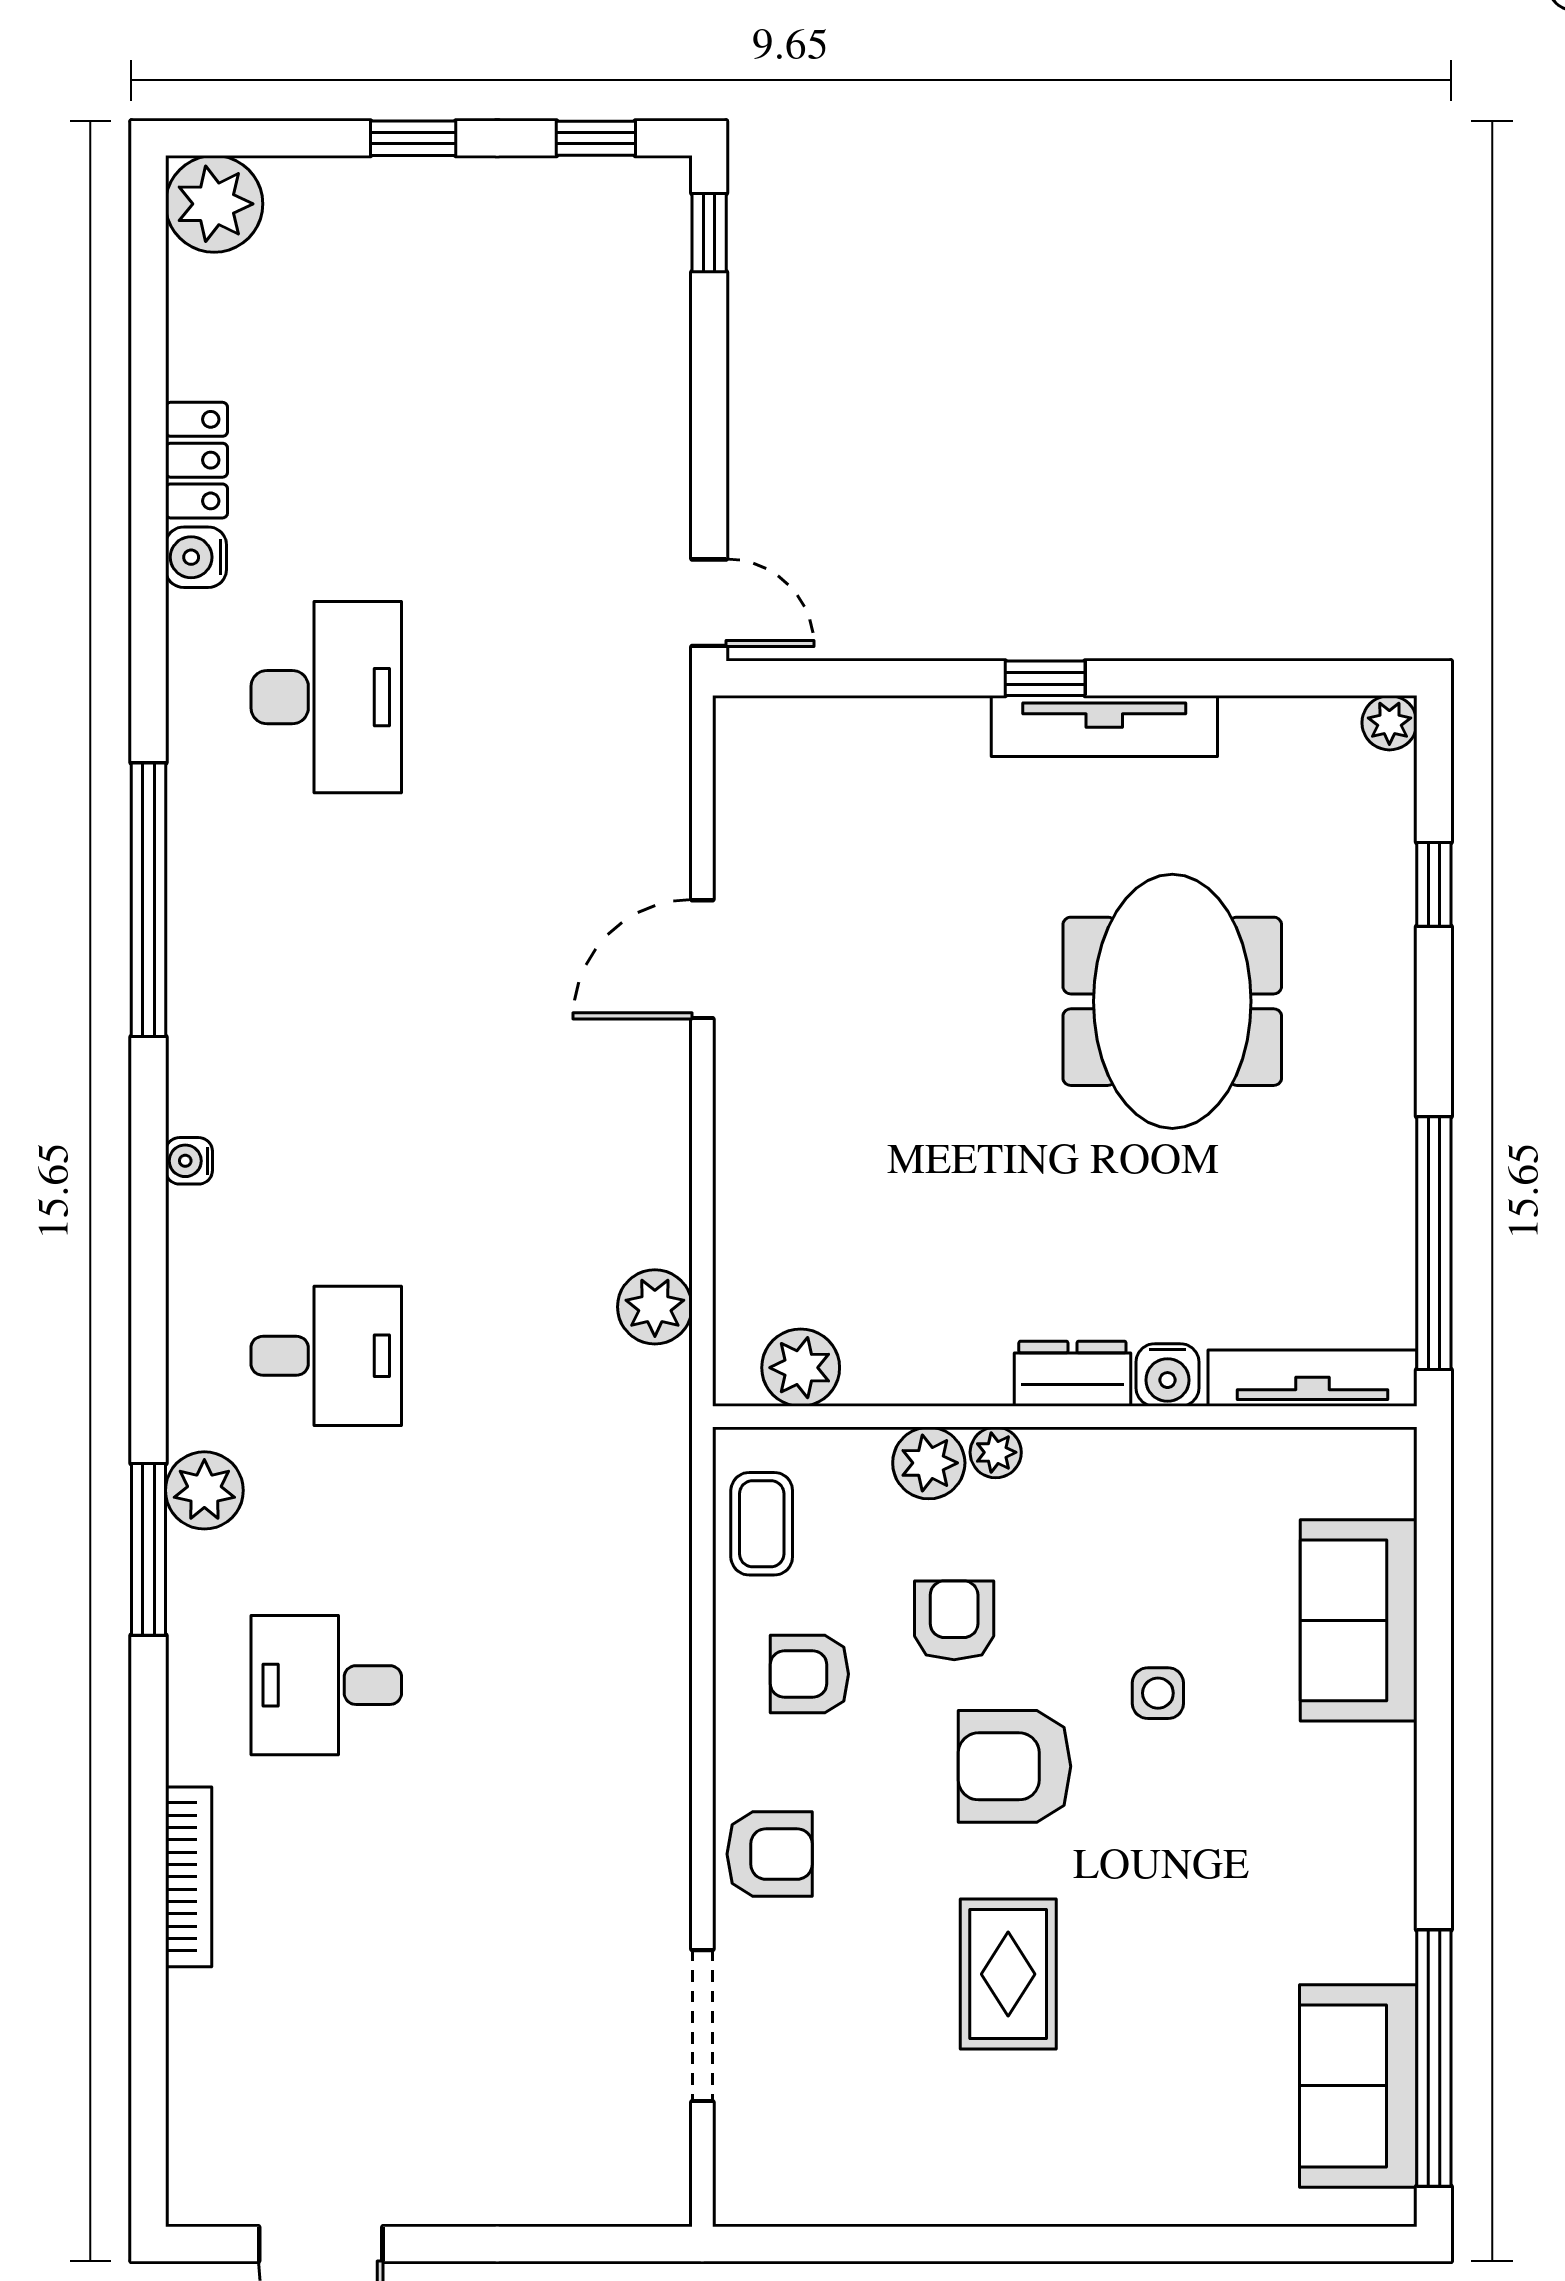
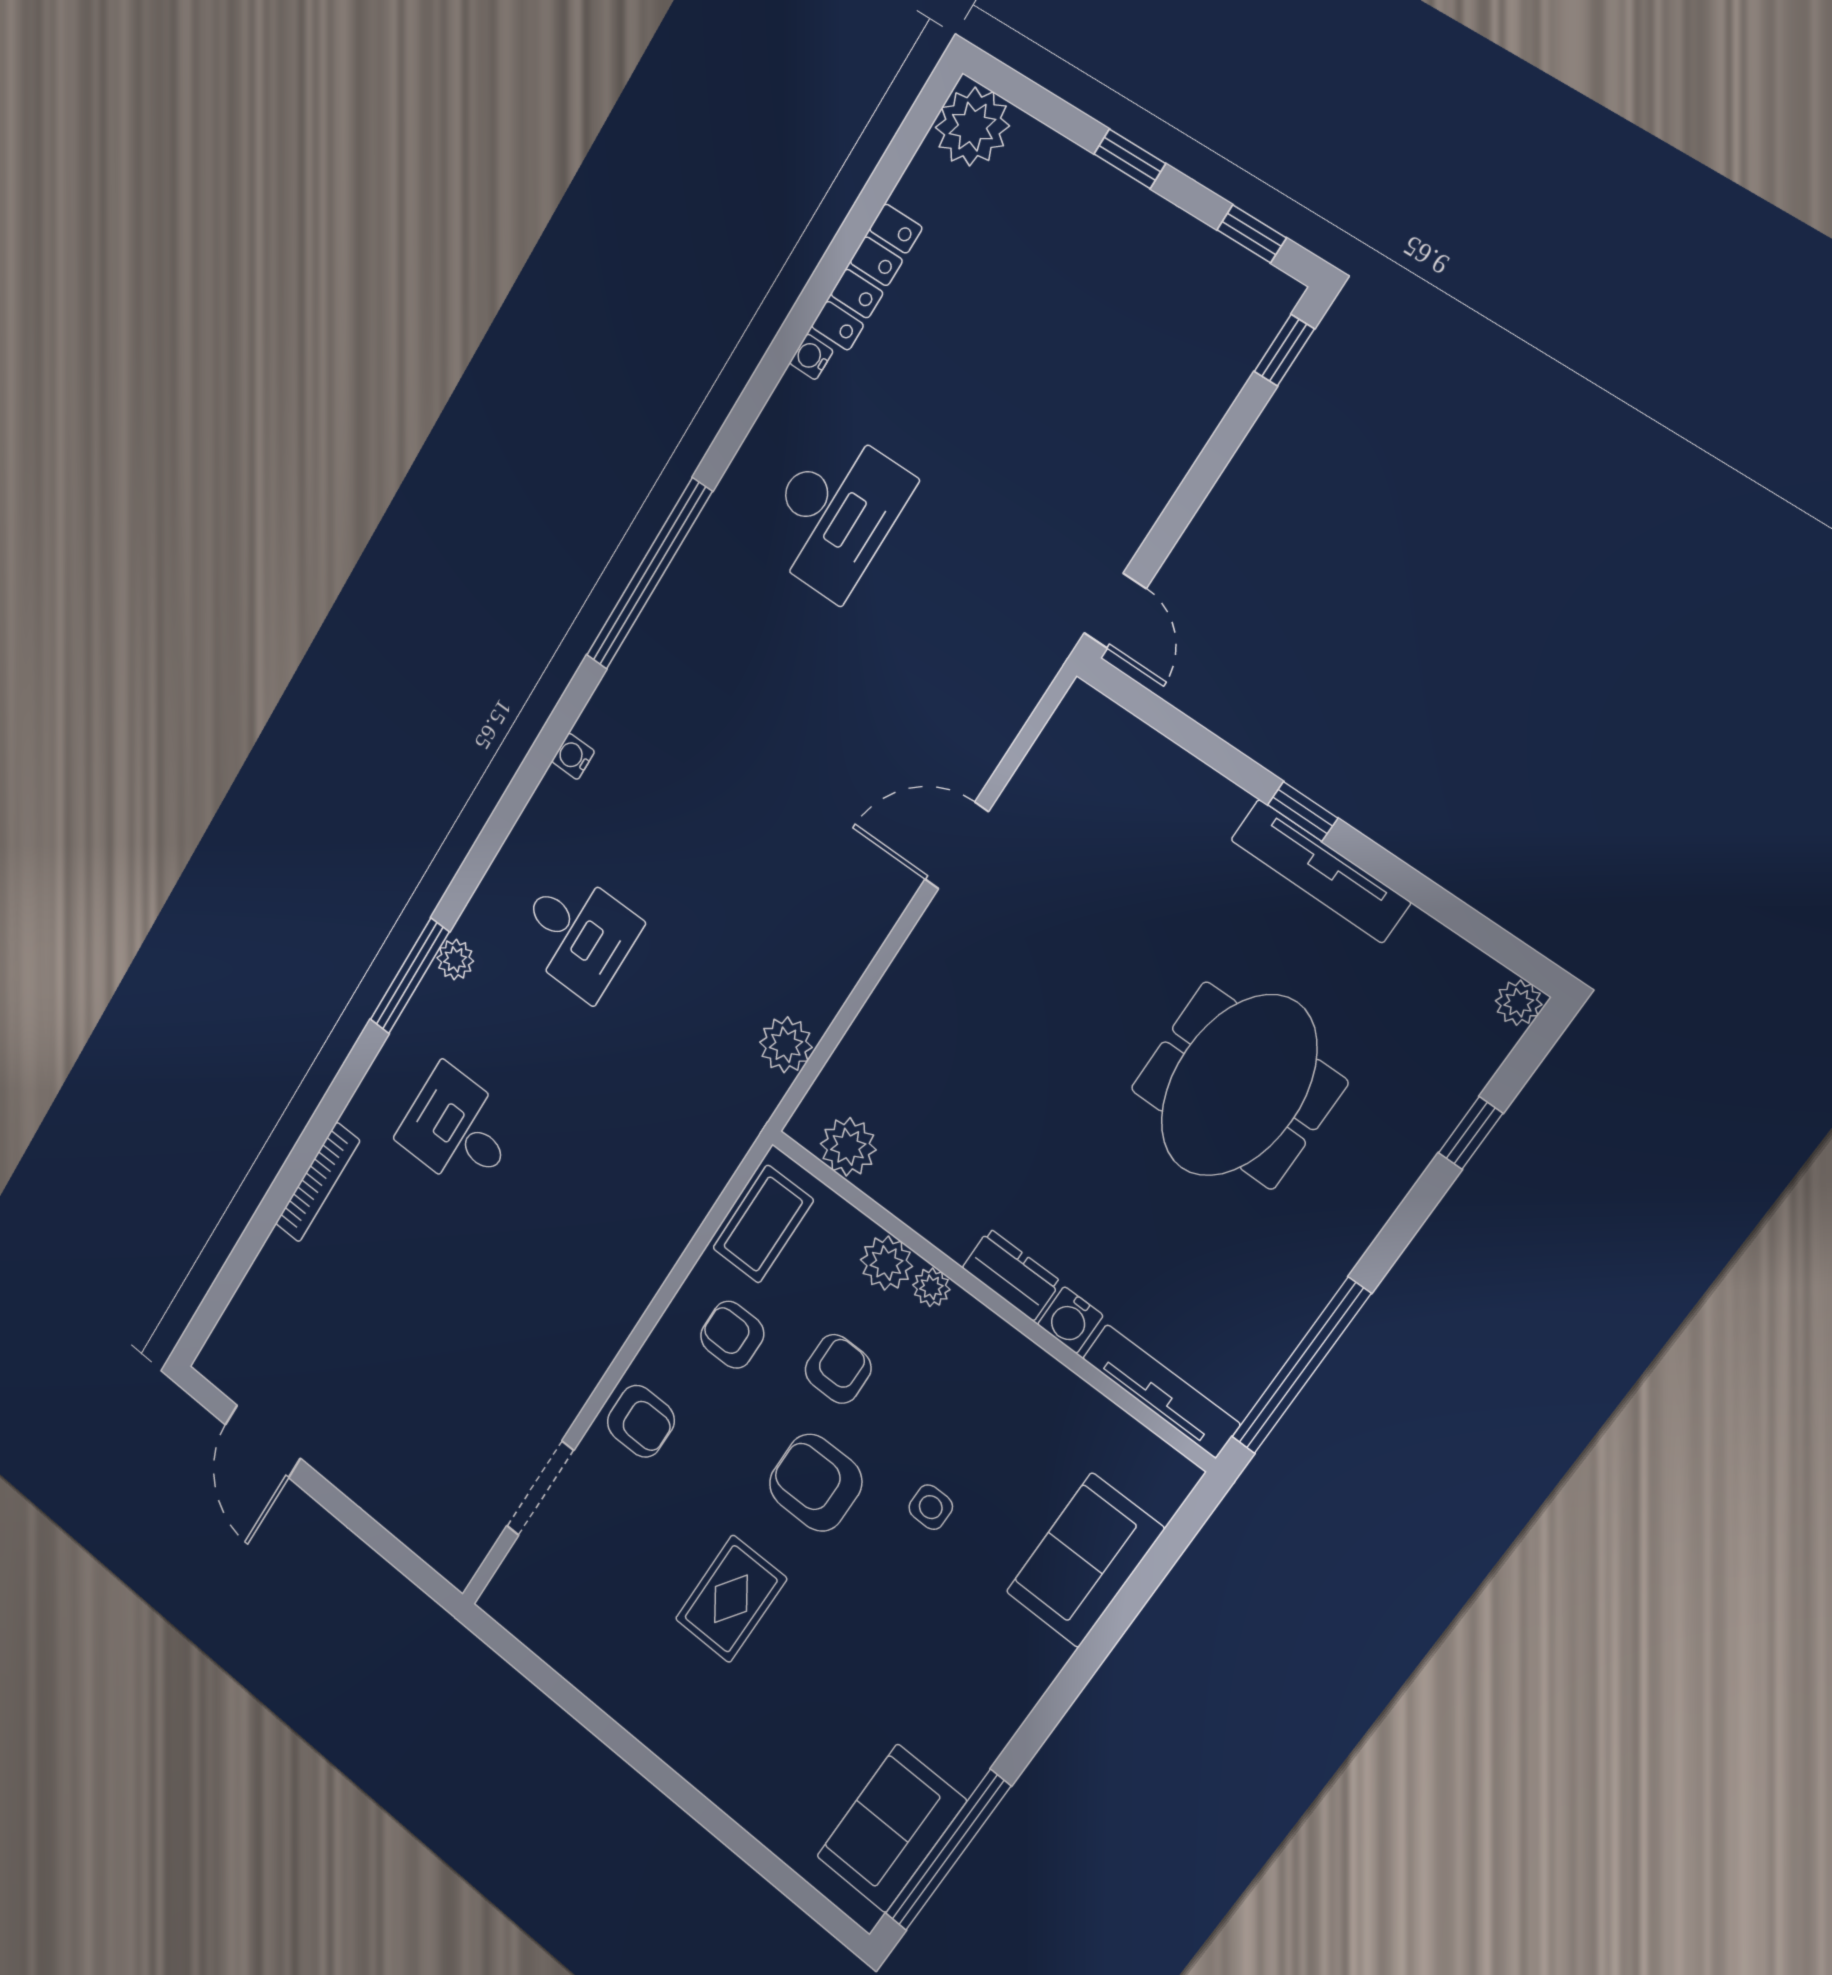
locker: (197, 460) -> (867, 277), width x1.53
water cooler: (196, 557) -> (811, 357), width x0.72, depth x0.72
plant: (204, 1490) -> (455, 960), width x0.73, depth x0.73
coffee table: (762, 1524) -> (763, 1224), width x1.36, depth x1.30

